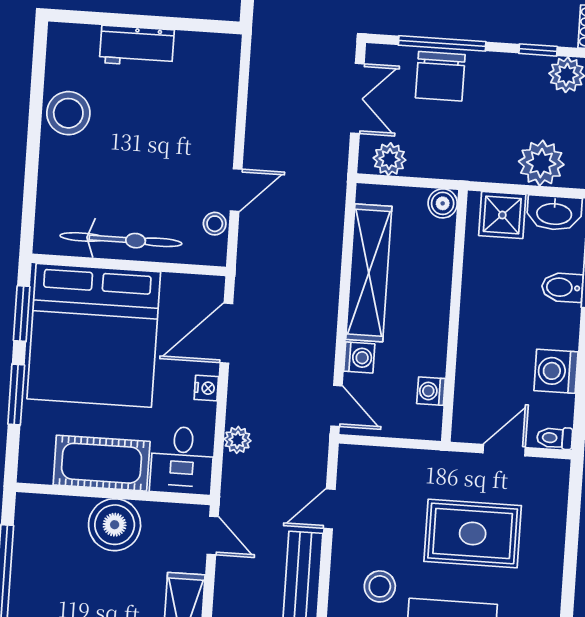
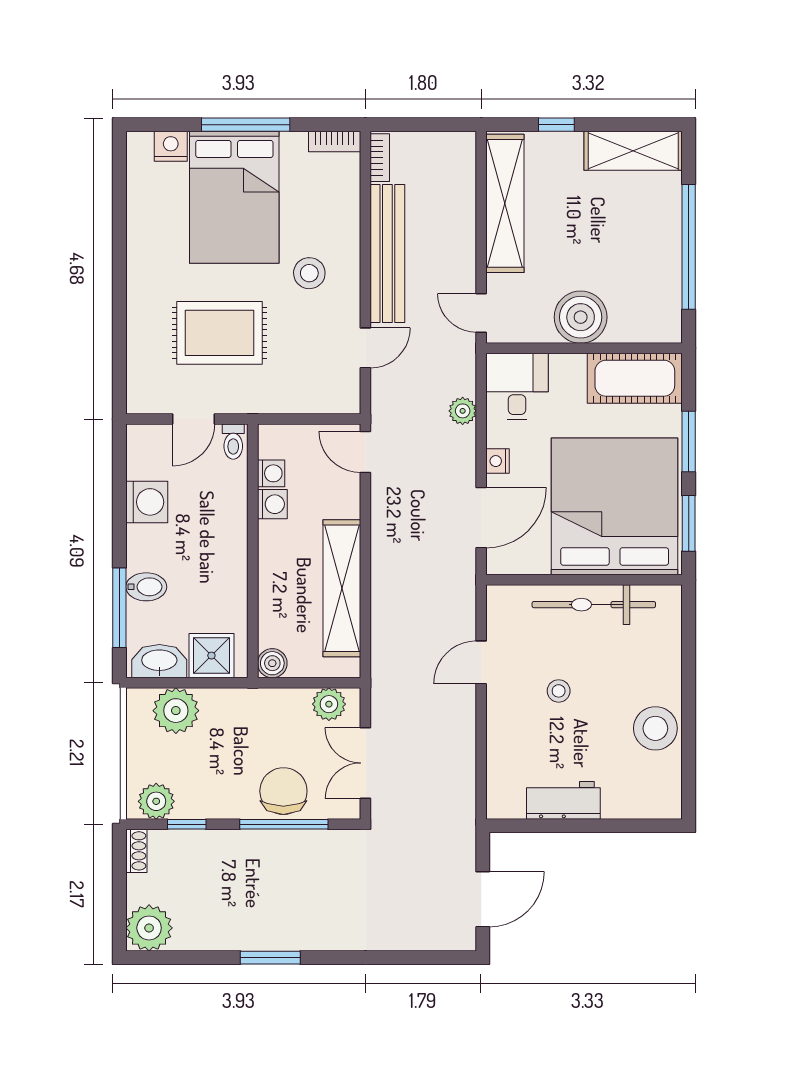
workbench: (137, 46) -> (563, 800), moved
stool: (215, 224) -> (559, 691), moved
washing machine: (359, 358) -> (272, 504), moved, turned 180
toilet: (555, 438) -> (233, 442), moved, turned 90
cot: (102, 463) -> (635, 378), moved

